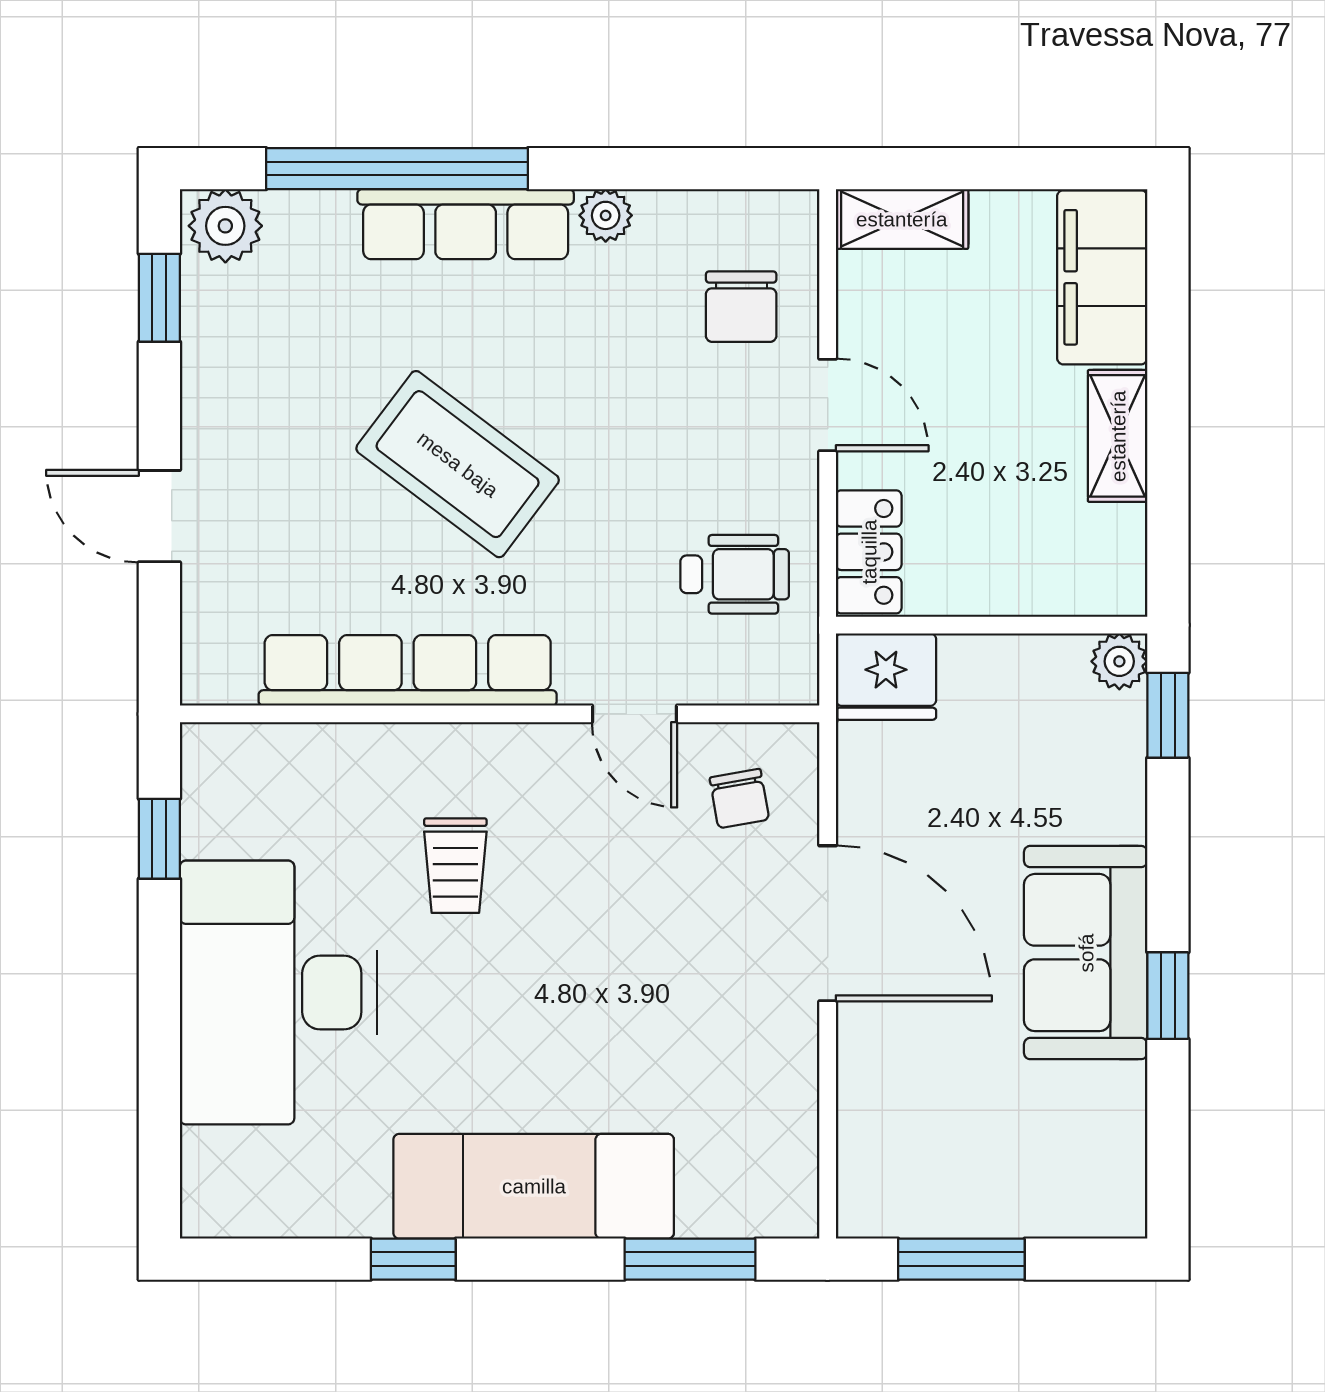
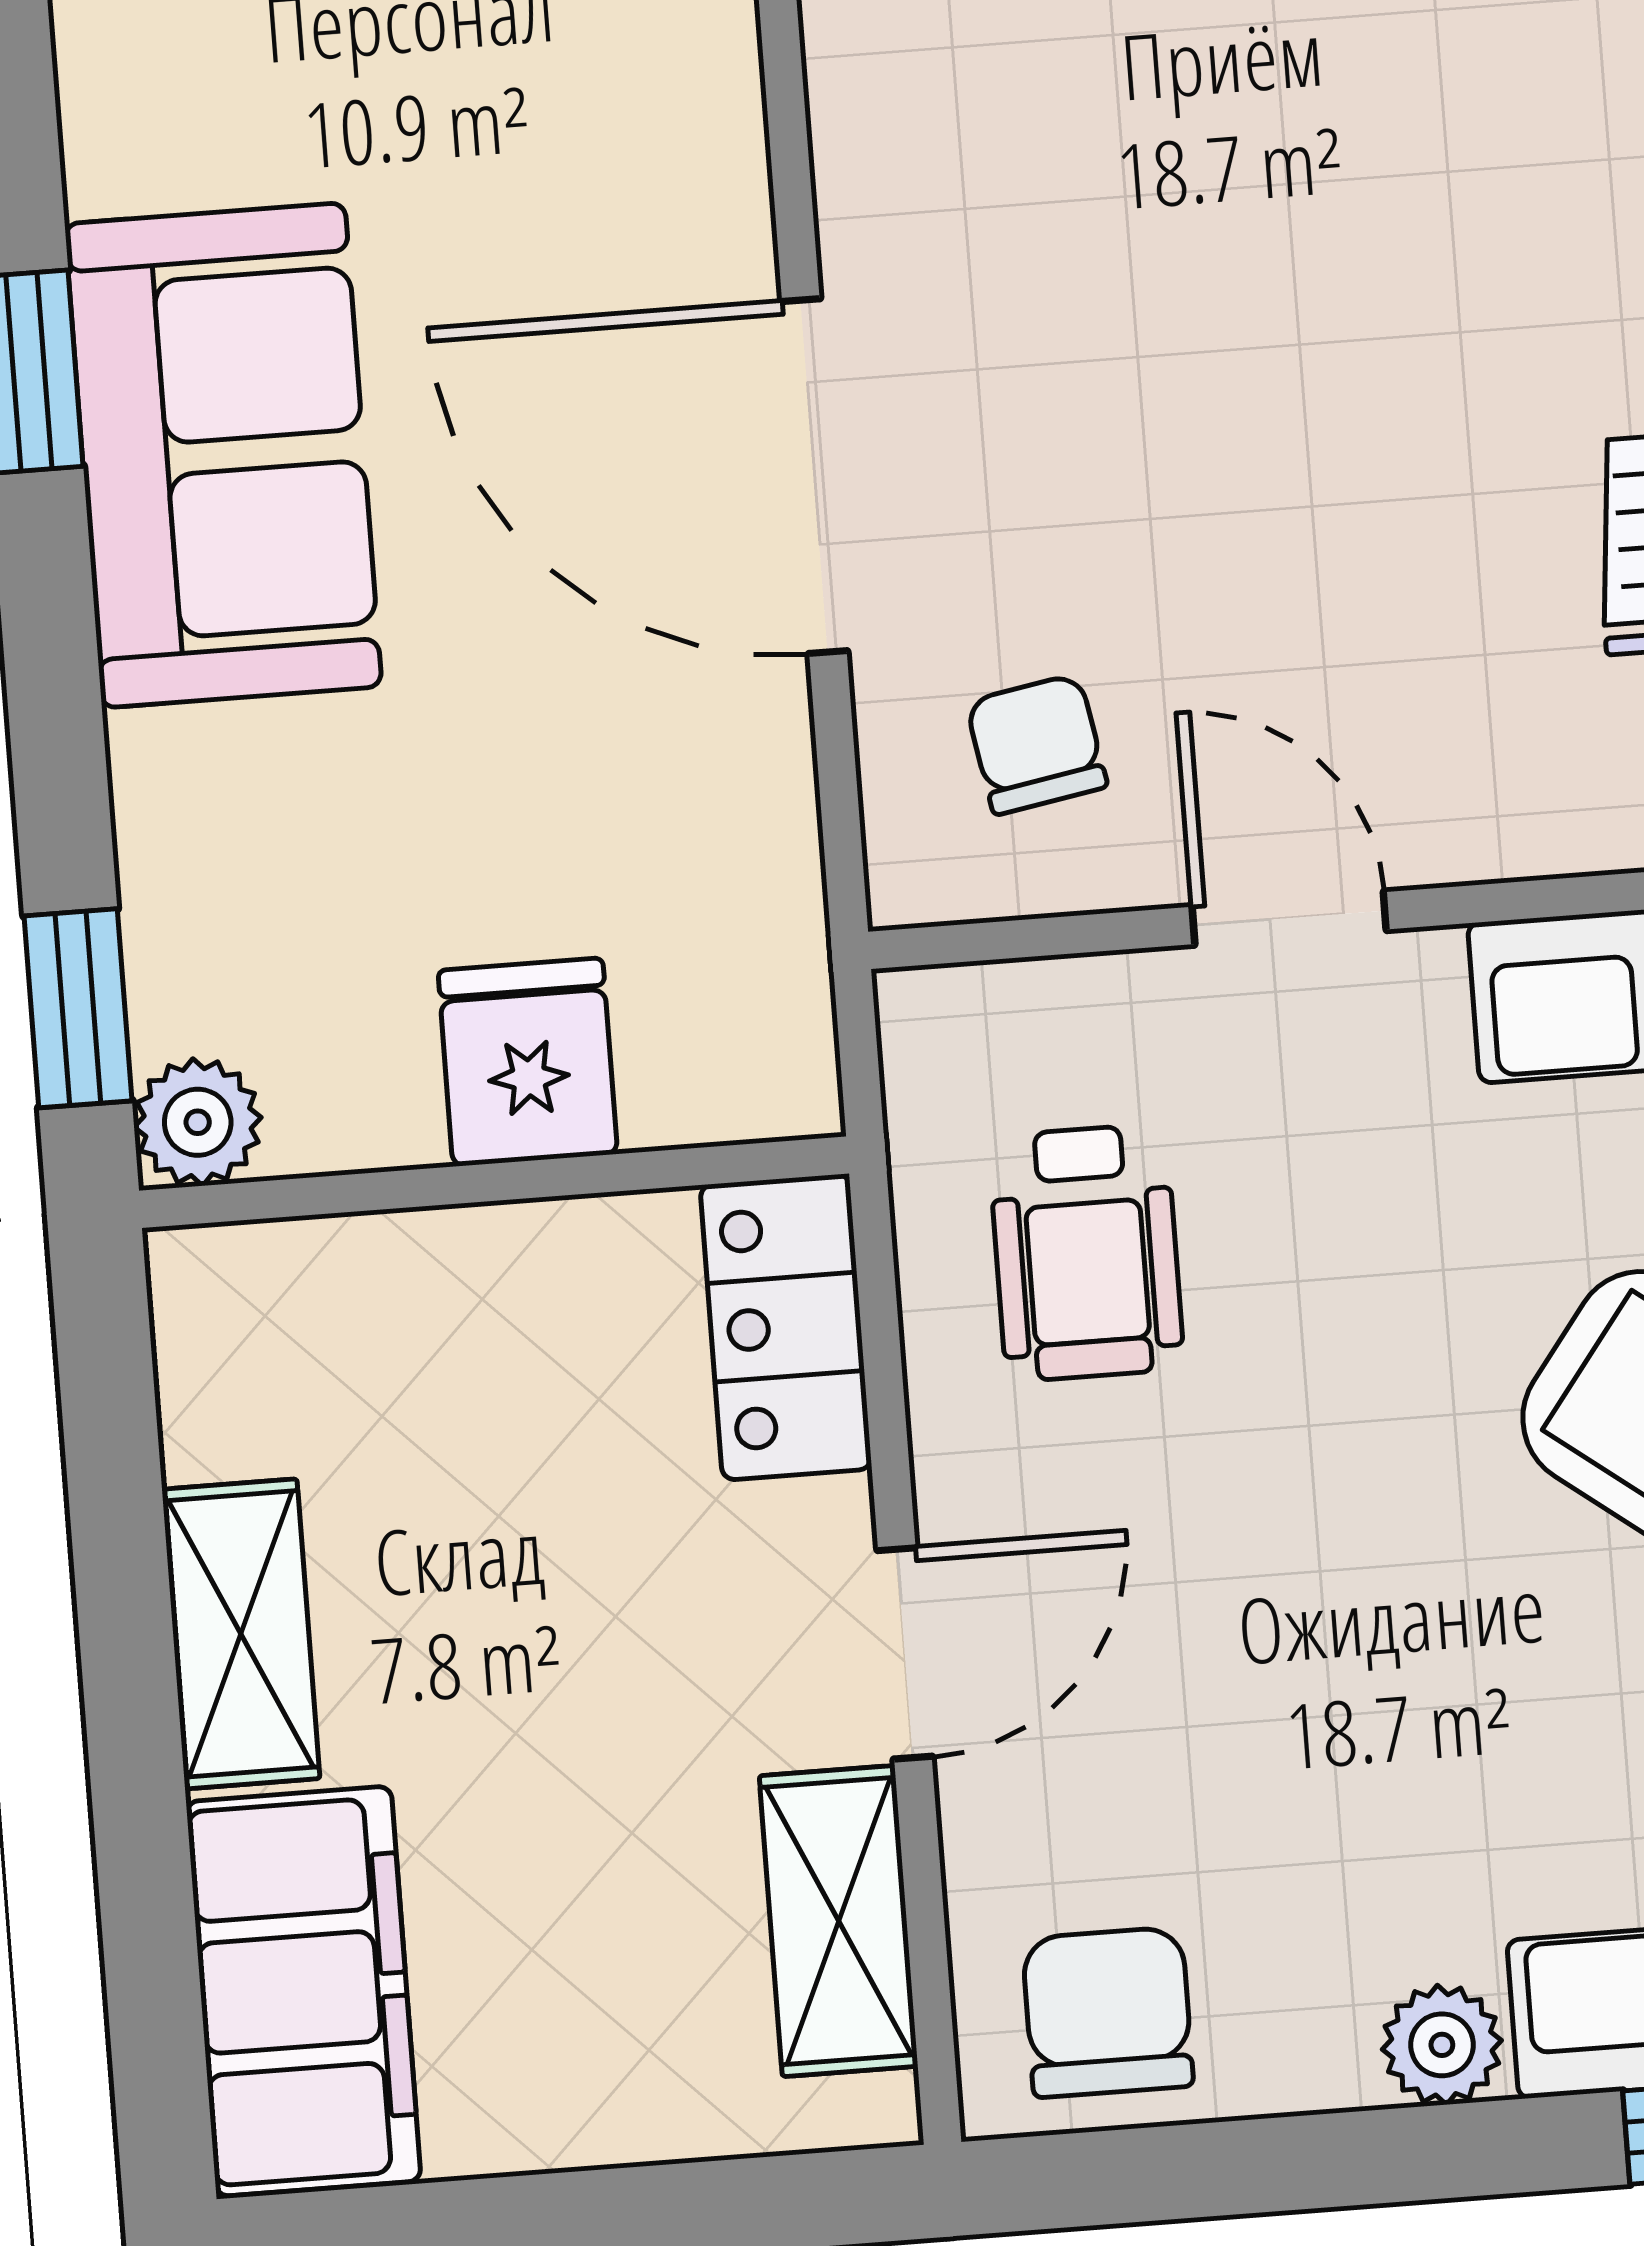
shelving: (902, 219) -> (839, 1921), moved, turned 90
chair: (741, 307) -> (1108, 2012), moved
door: (828, 405) -> (905, 1653), swing flipped
wheelchair: (735, 574) -> (1086, 1253), turned -90
fridge: (886, 677) -> (528, 1062), moved, width x0.72

